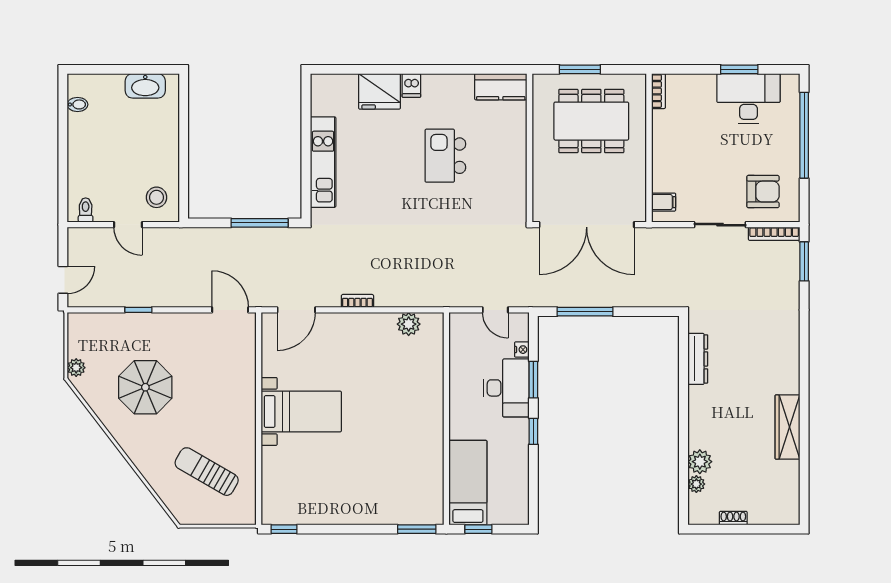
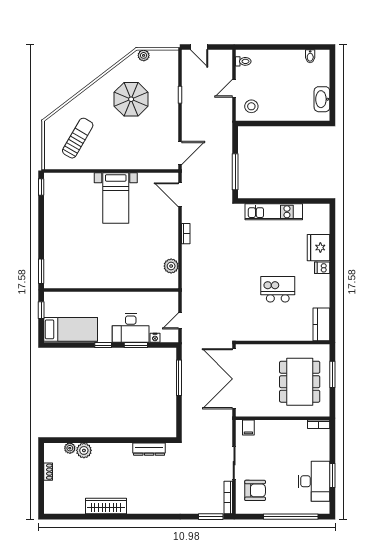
armchair: (763, 192) -> (255, 490), turned -90
bed: (468, 483) -> (71, 329), moved

